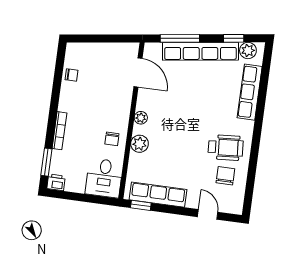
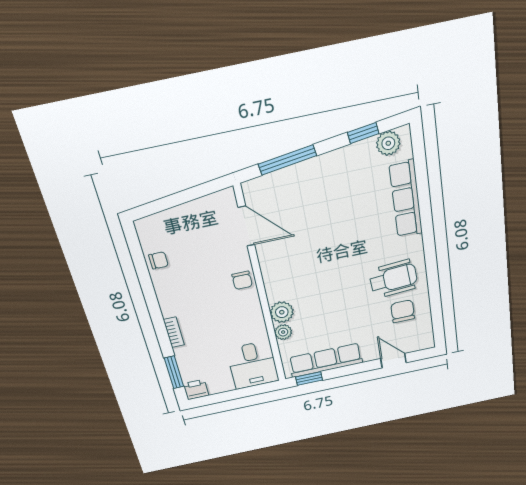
row of seats: (201, 51) -> (322, 168), removed
plant: (141, 118) -> (283, 332), moved
bookcase: (59, 131) -> (174, 332), width x0.64
chair: (112, 139) -> (242, 280), moved

